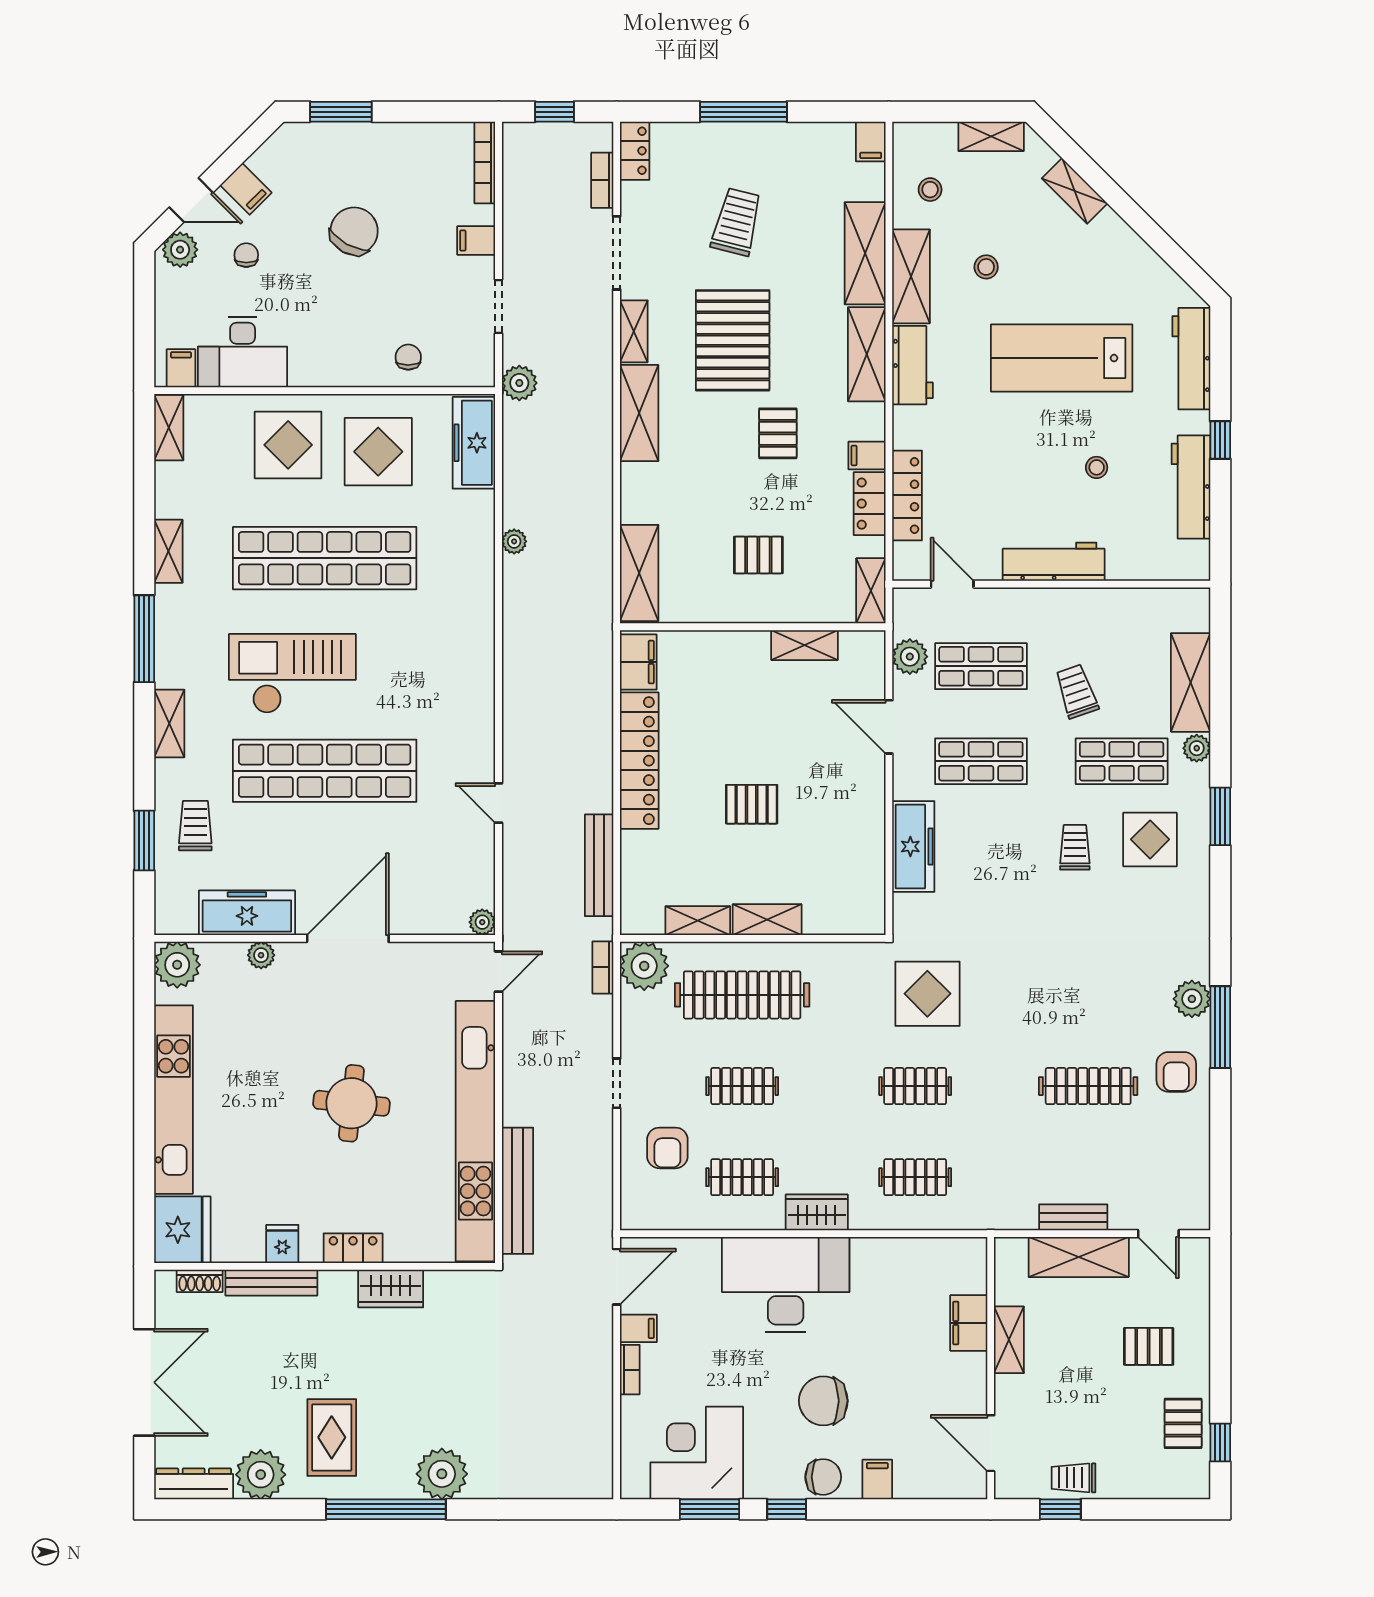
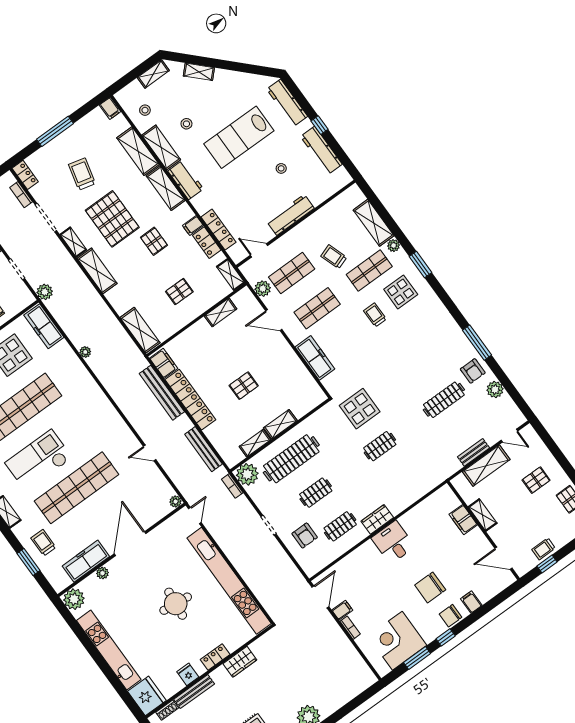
plant: (1192, 999) -> (495, 390), moved
clothes rail: (915, 1177) -> (404, 480), removed
bench: (518, 1191) -> (162, 393), moved
desk: (786, 1285) -> (393, 542), width x0.53, depth x0.77
chair: (823, 1477) -> (451, 616), turned 180

